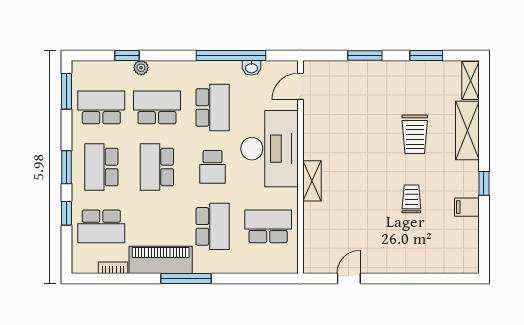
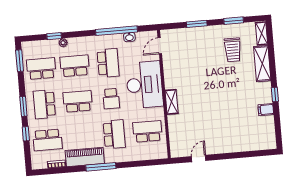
trolley: (415, 134) -> (233, 50), moved
school desk: (157, 167) -> (78, 101), turned 90
trolley: (411, 199) -> (232, 107), removed

